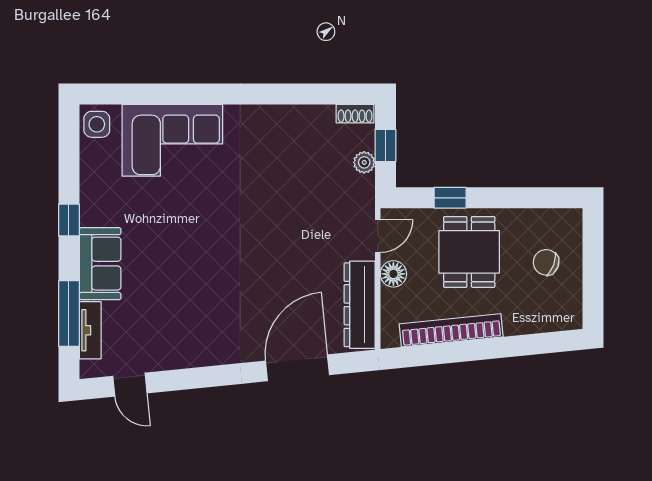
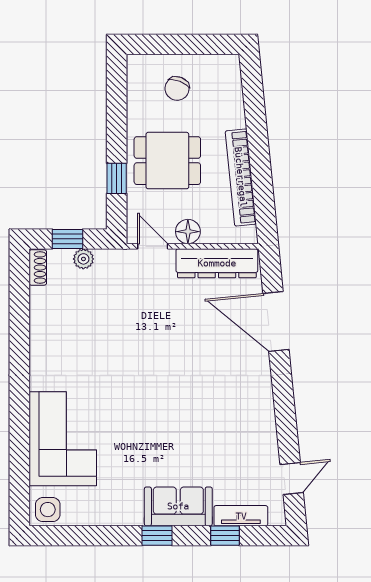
window: (69, 220) -> (157, 536), moved
window: (69, 313) -> (225, 536), width x0.46

